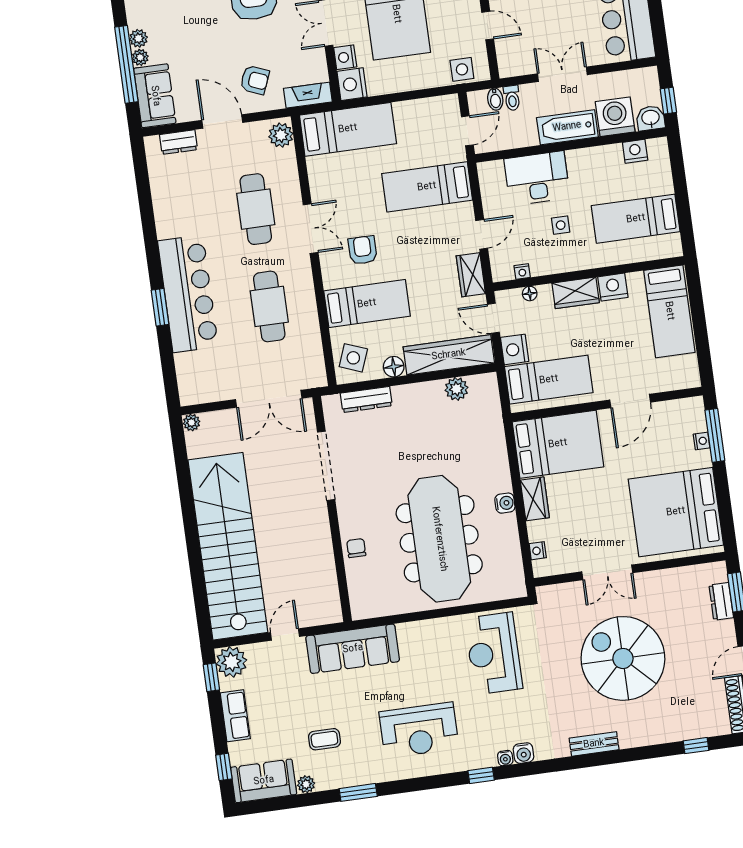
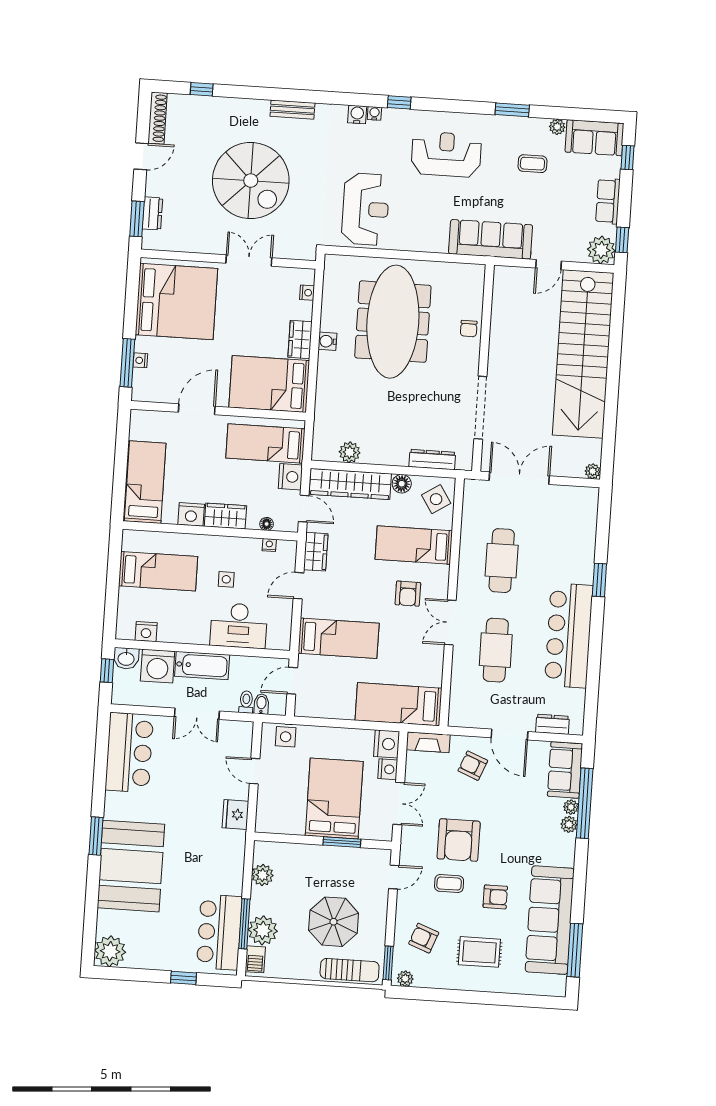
plant: (281, 135) -> (460, 712), removed
bar counter: (188, 294) -> (569, 636), moved
side table: (353, 358) -> (436, 499), turned 36

